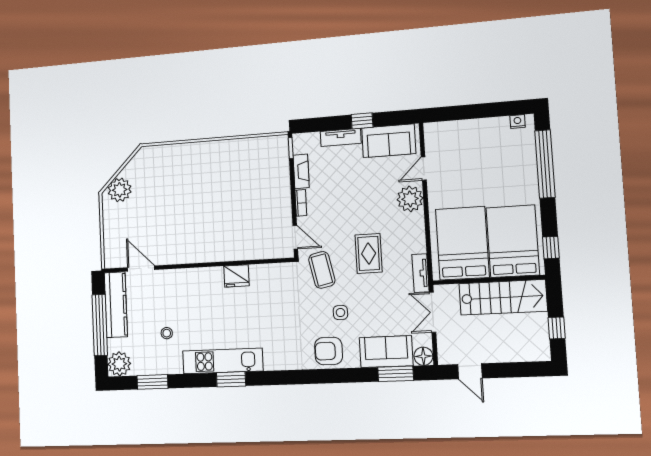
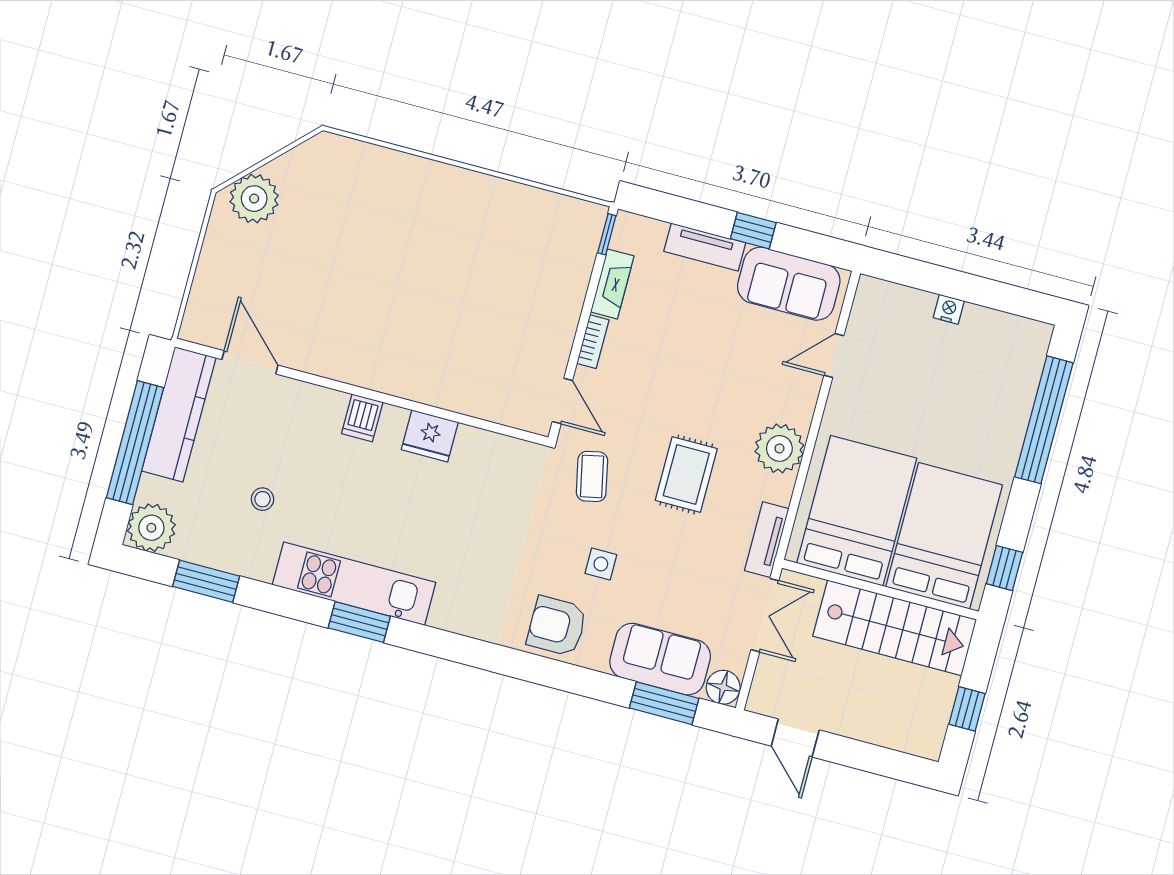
nightstand: (518, 122) -> (949, 309), moved
plant: (410, 199) -> (779, 448), moved
coffee table: (322, 270) -> (592, 476), width x0.73, depth x0.77
dishwasher: (202, 278) -> (362, 418), added
double door: (433, 312) -> (765, 615), swing flipped

